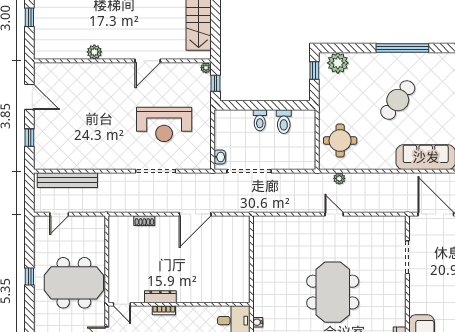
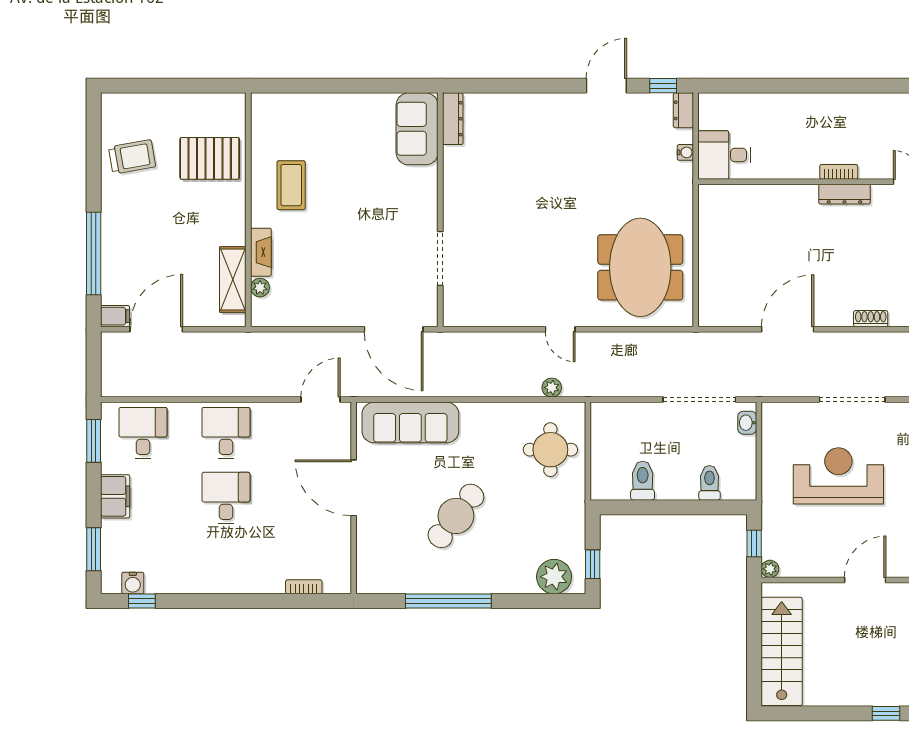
toilet: (260, 120) -> (709, 483), moved
meeting table: (333, 292) -> (640, 267), moved

